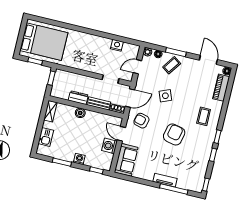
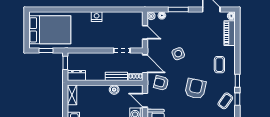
nightstand: (117, 45) -> (97, 17), moved
coffee table: (172, 65) -> (225, 101), moved
door: (137, 67) -> (145, 32), swing flipped
dresser: (78, 98) -> (76, 76), moved
door: (130, 98) -> (145, 64), hinge flipped
boiler: (80, 113) -> (114, 90), moved

